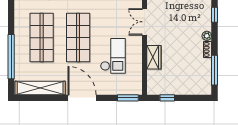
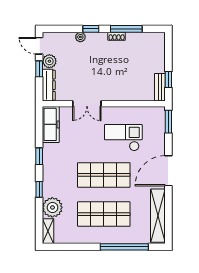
window: (214, 15) -> (91, 29), moved
plant: (207, 36) -> (80, 37), moved
wardrobe: (154, 57) -> (125, 94), removed
window: (214, 70) -> (126, 29), moved
bench: (160, 90) -> (160, 87), added

